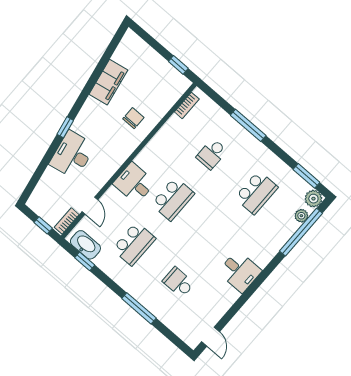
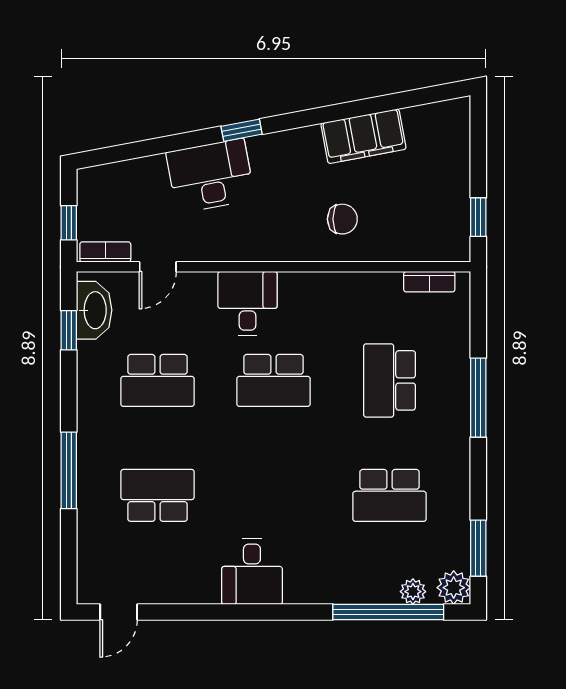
school desk: (212, 154) -> (390, 380), width x1.85
school desk: (178, 282) -> (158, 495), width x1.85

